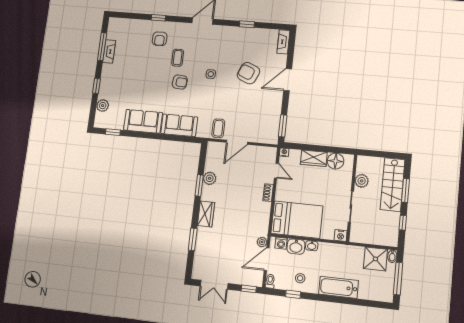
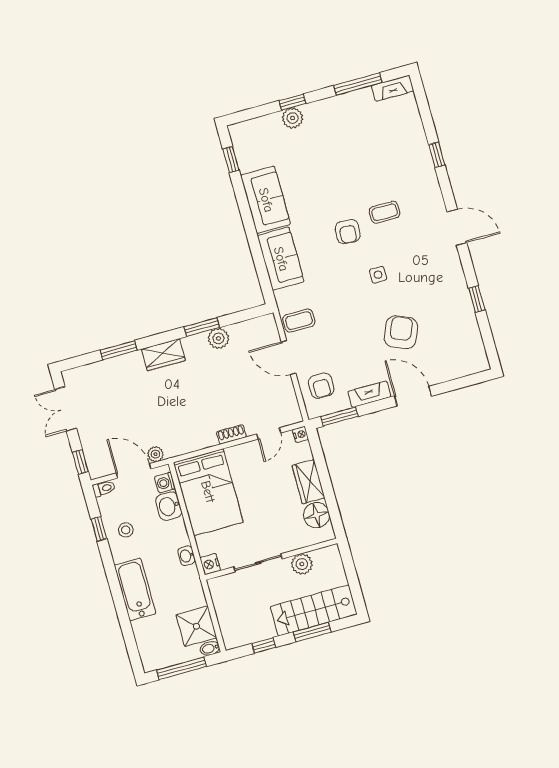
armchair: (160, 39) -> (321, 386), moved, turned -90
fireplace: (283, 42) -> (369, 394), moved
fireplace: (109, 51) -> (393, 88), moved
plant: (103, 106) -> (293, 118), moved
washbasin: (312, 246) -> (187, 556), moved

